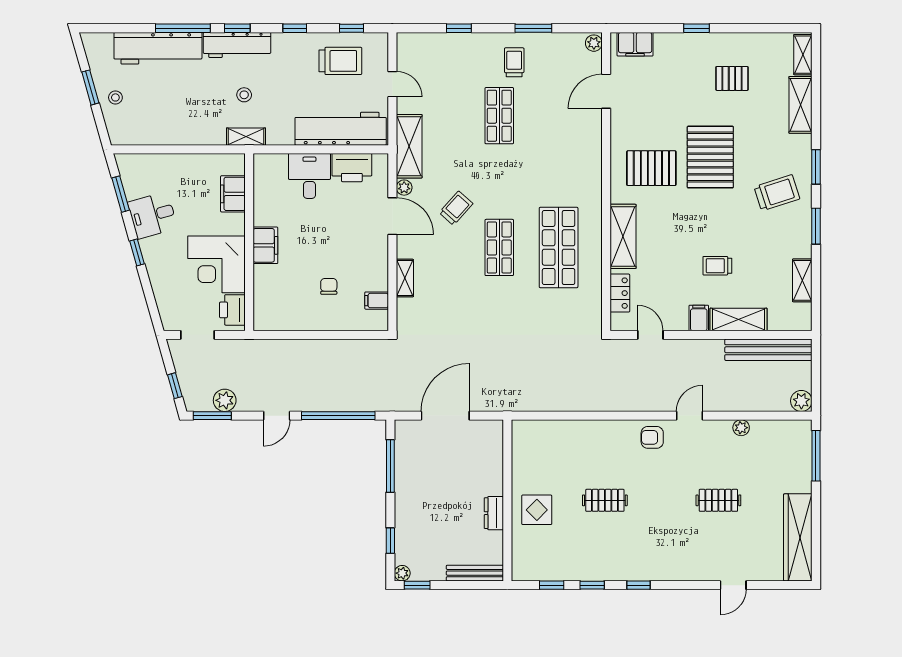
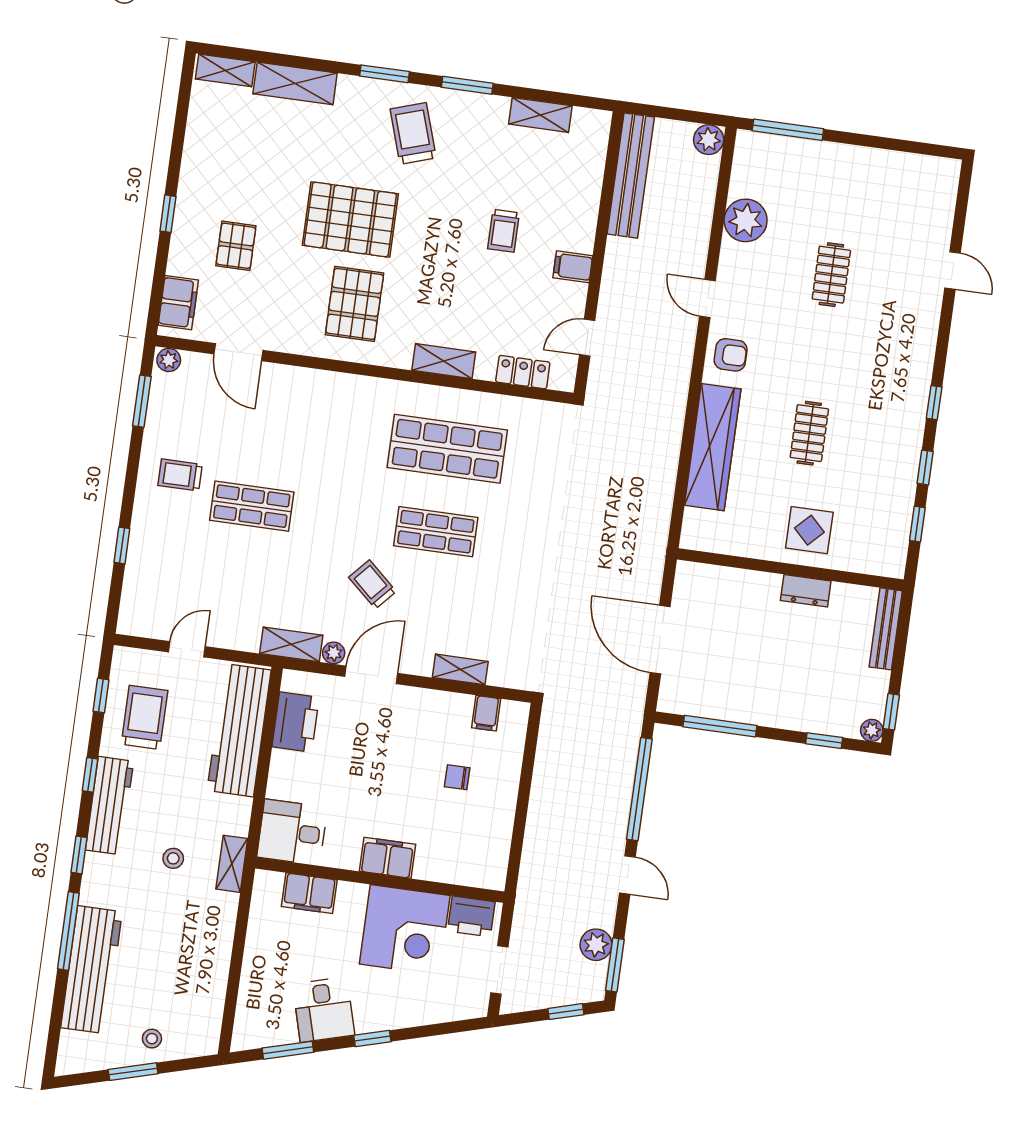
window: (533, 28) -> (142, 401), moved
workbench: (237, 45) -> (109, 806), moved
pallet: (732, 78) -> (236, 246), moved
shelving: (409, 146) -> (291, 644), width x0.67, depth x0.75
desk: (309, 176) -> (292, 832), moved
shelving: (623, 236) -> (444, 361), width x0.67, depth x0.75
shelving: (739, 319) -> (583, 212), removed
plant: (741, 428) -> (746, 220), width x1.87, depth x1.87
armchair: (652, 437) -> (731, 355), turned -90
wardrobe: (798, 537) -> (713, 447), moved, turned -90

